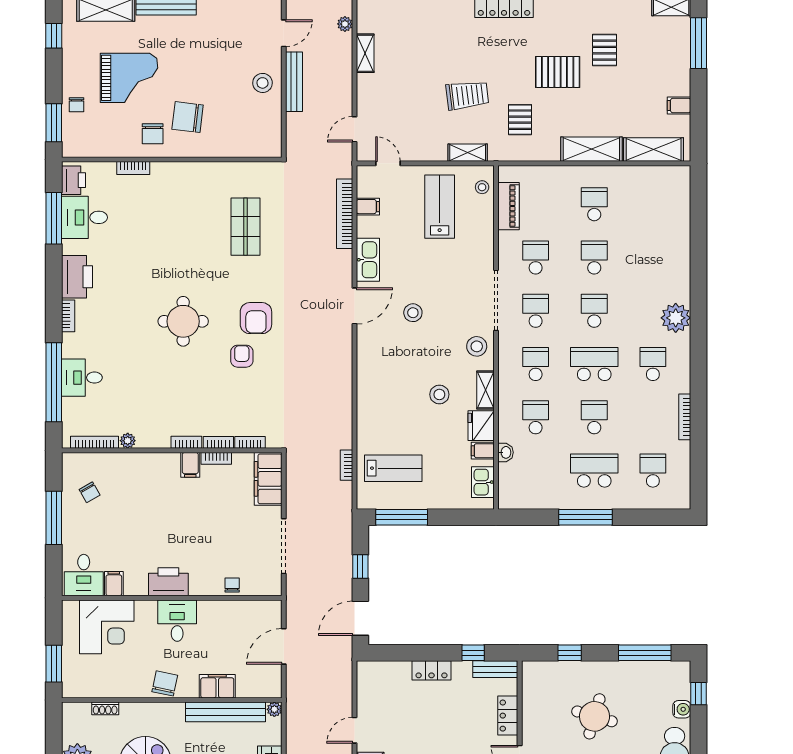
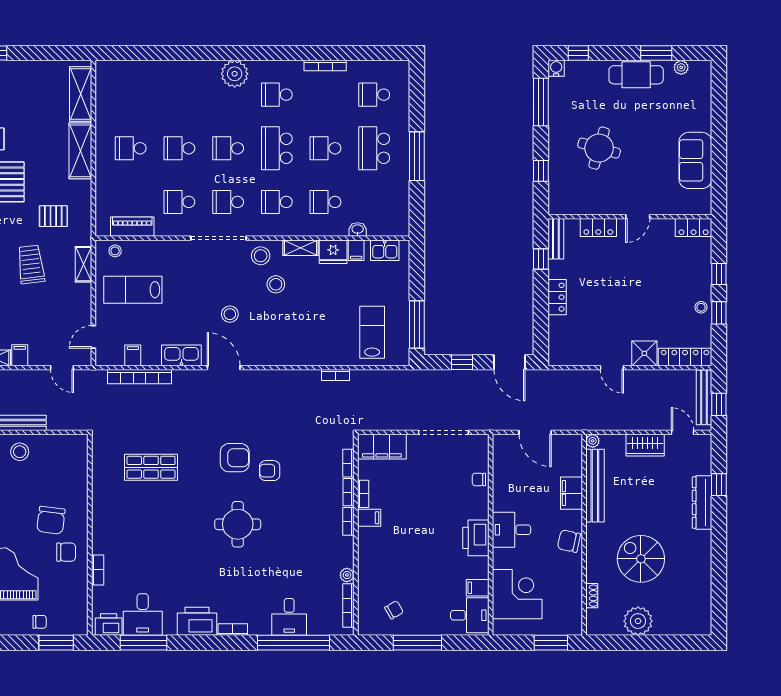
filing cabinet: (679, 105) -> (20, 355), moved, turned 180
stool: (439, 394) -> (276, 284), moved
bookcase: (346, 465) -> (335, 375), moved
water cooler: (682, 709) -> (556, 68), moved

